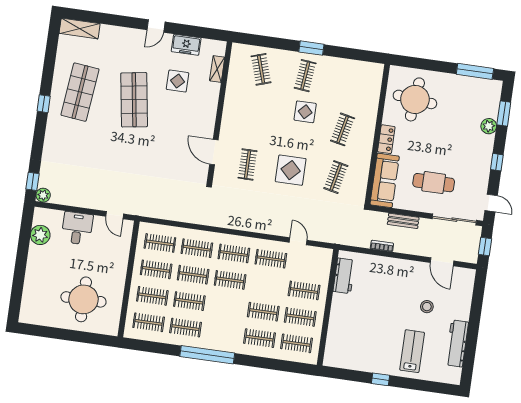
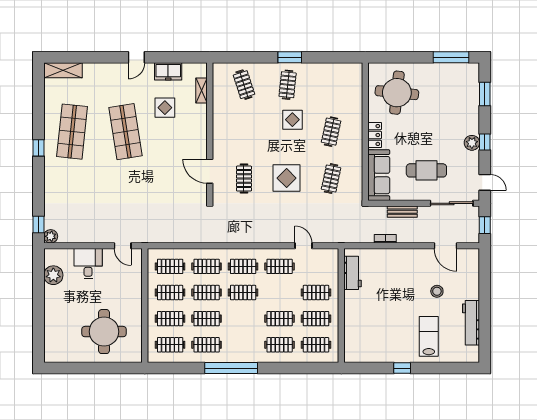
plant: (489, 126) -> (472, 143), moved

